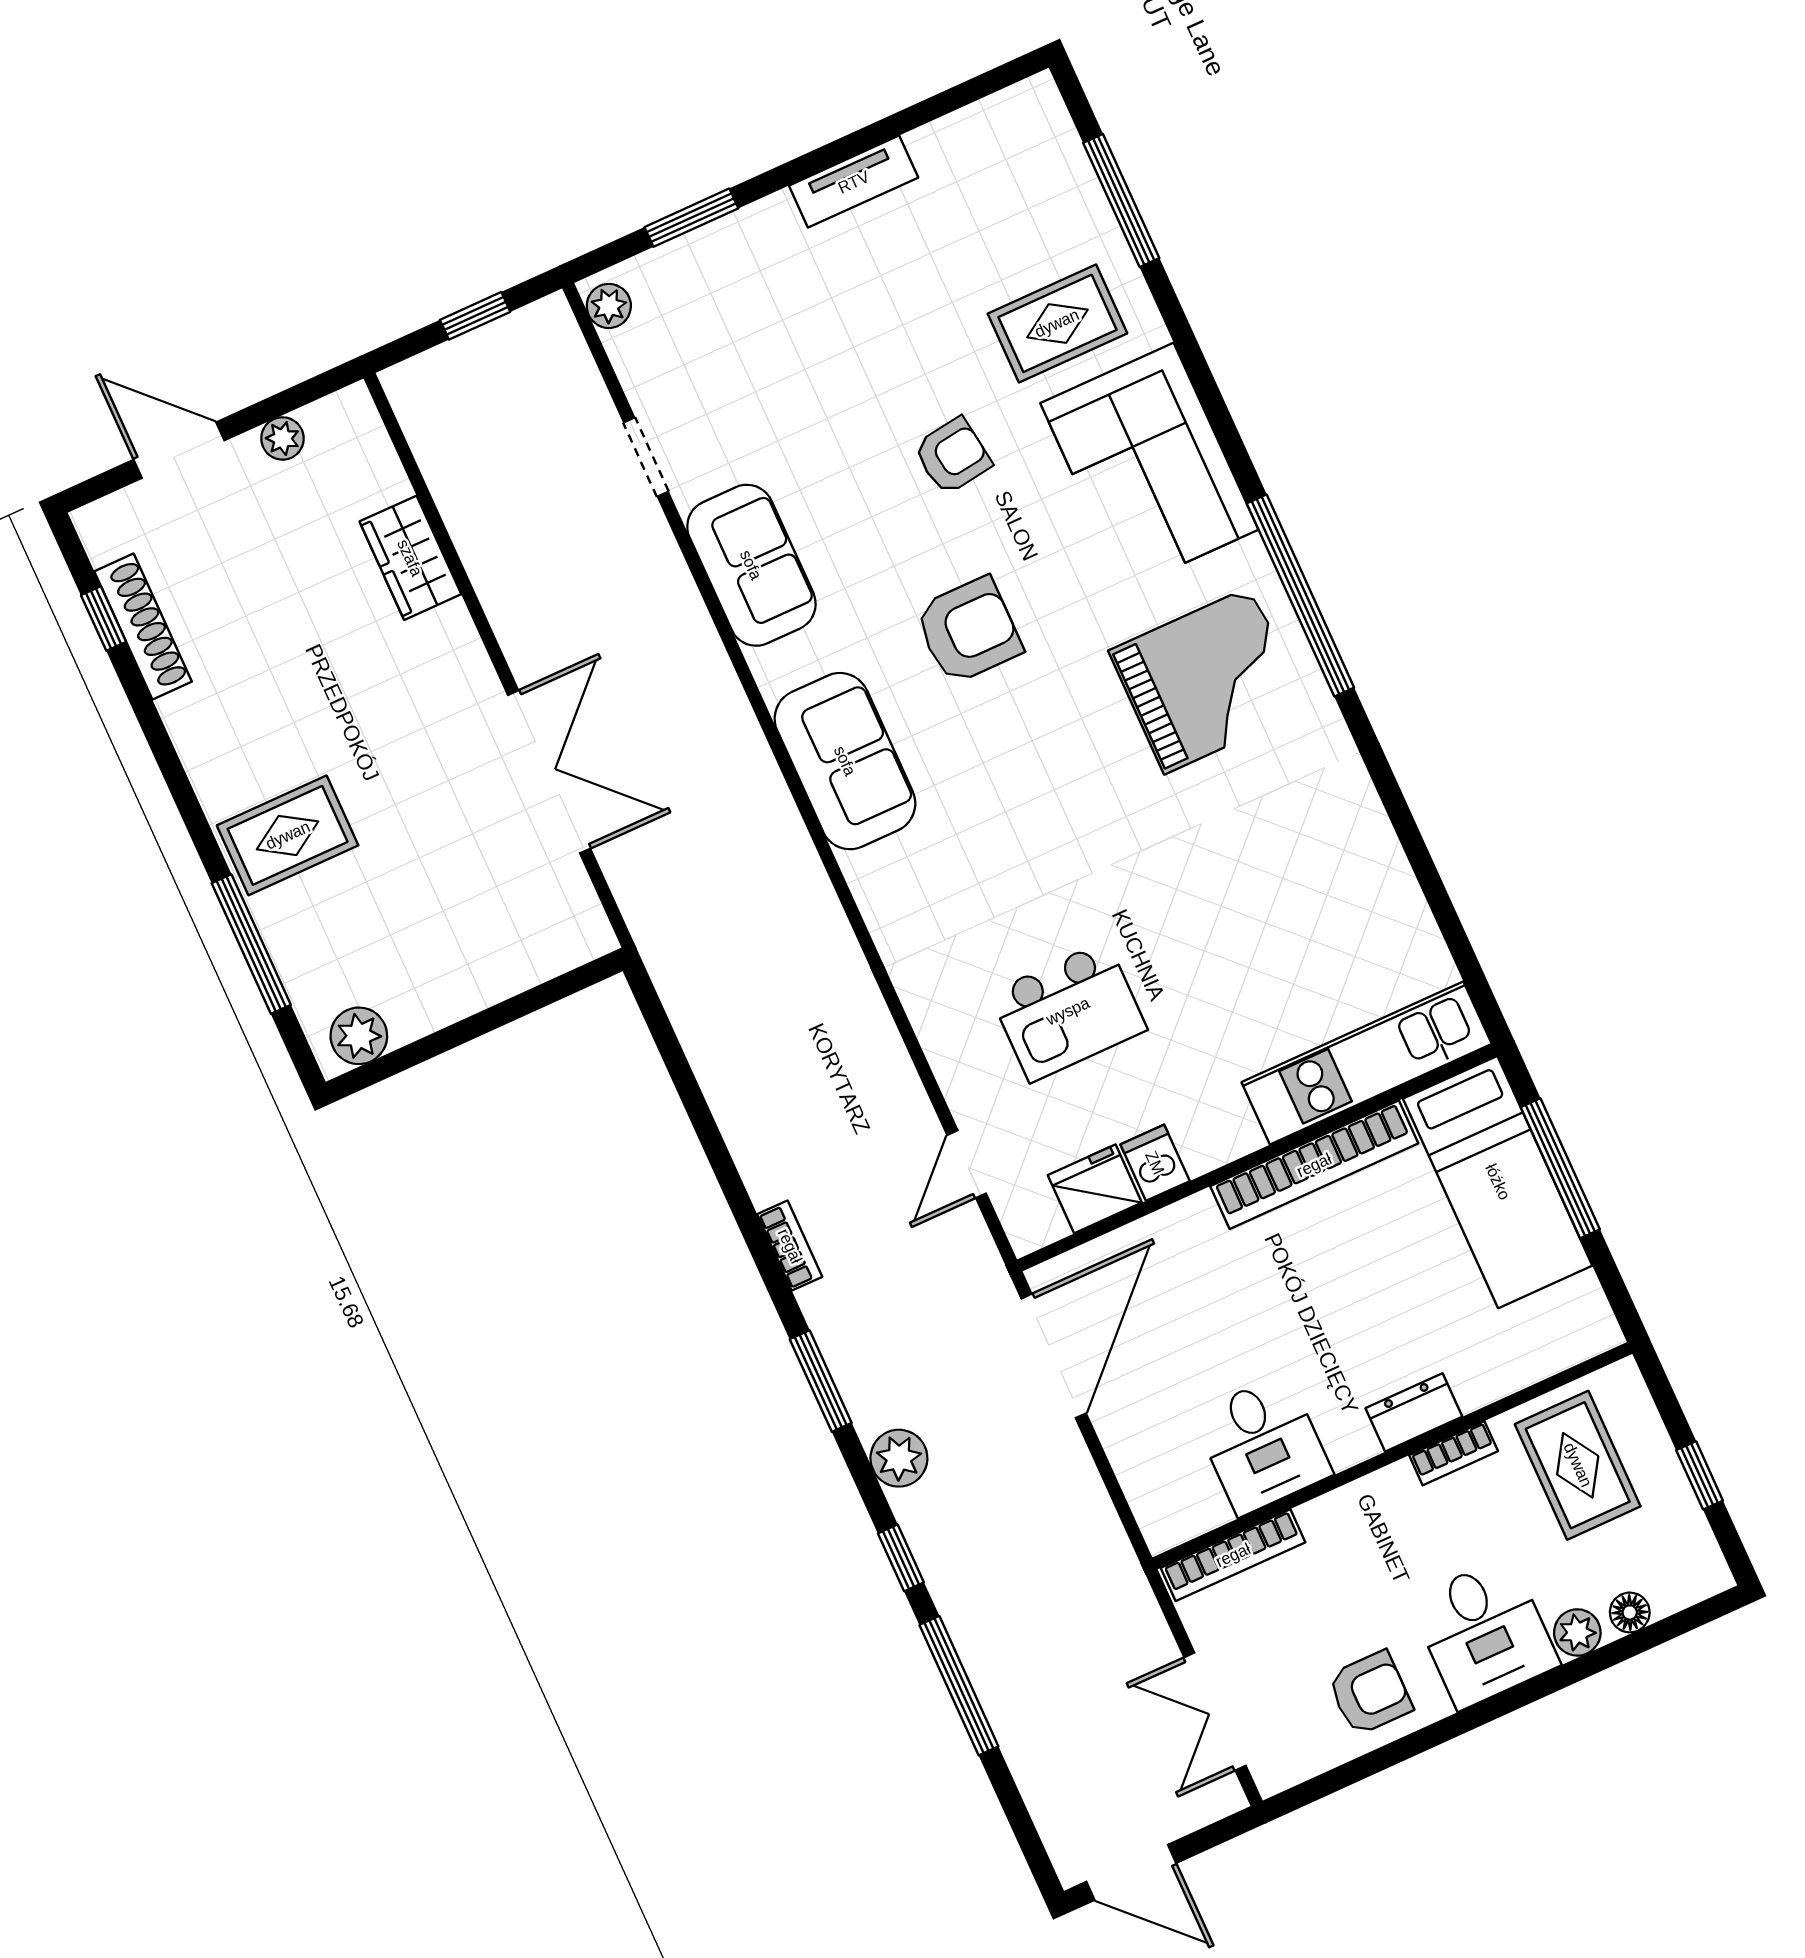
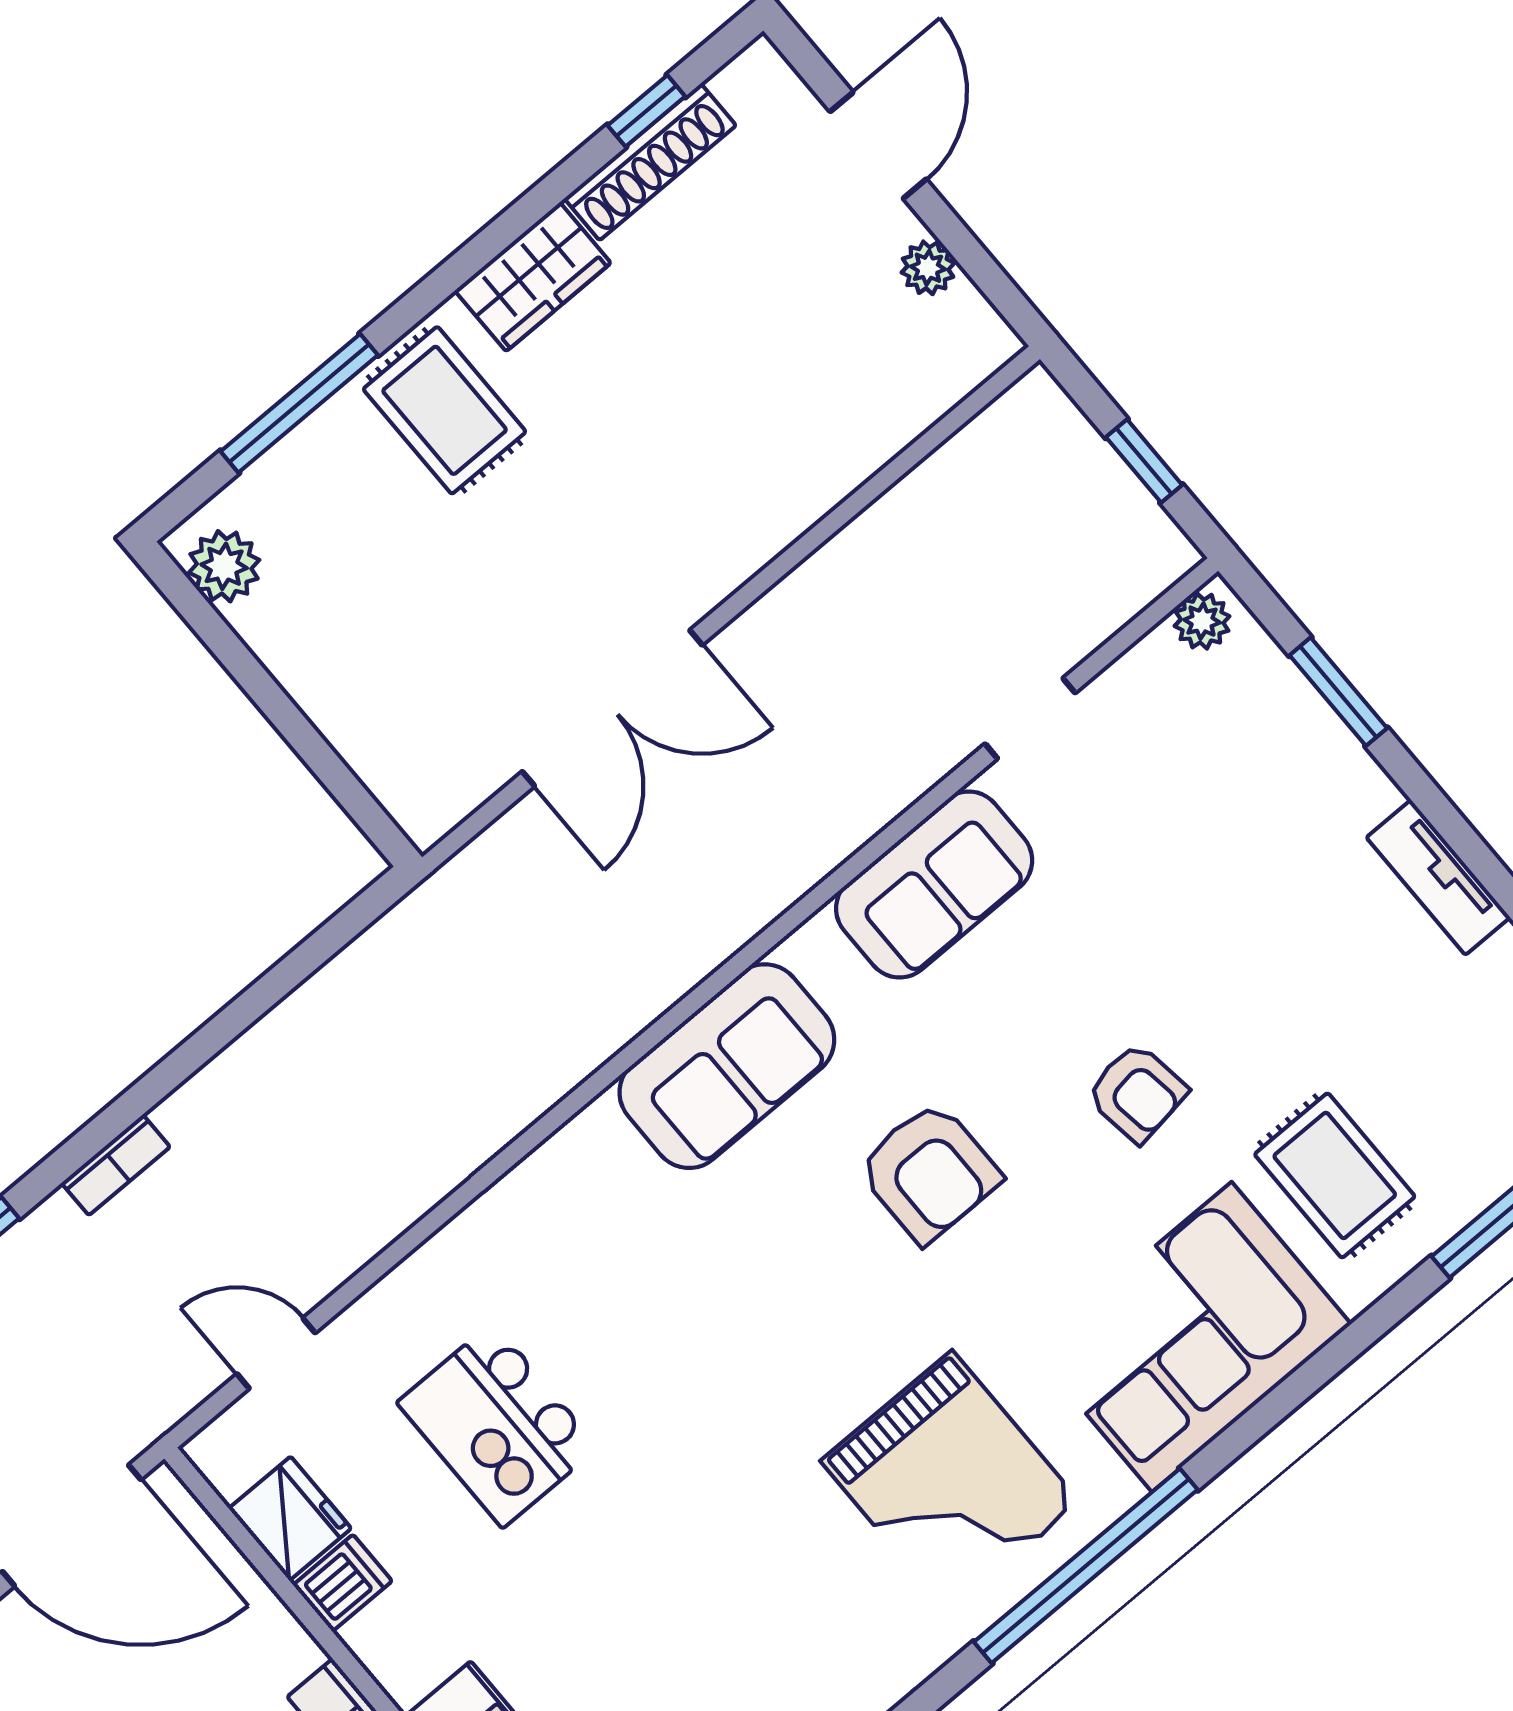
wardrobe: (410, 558) -> (533, 277), moved, turned 180

